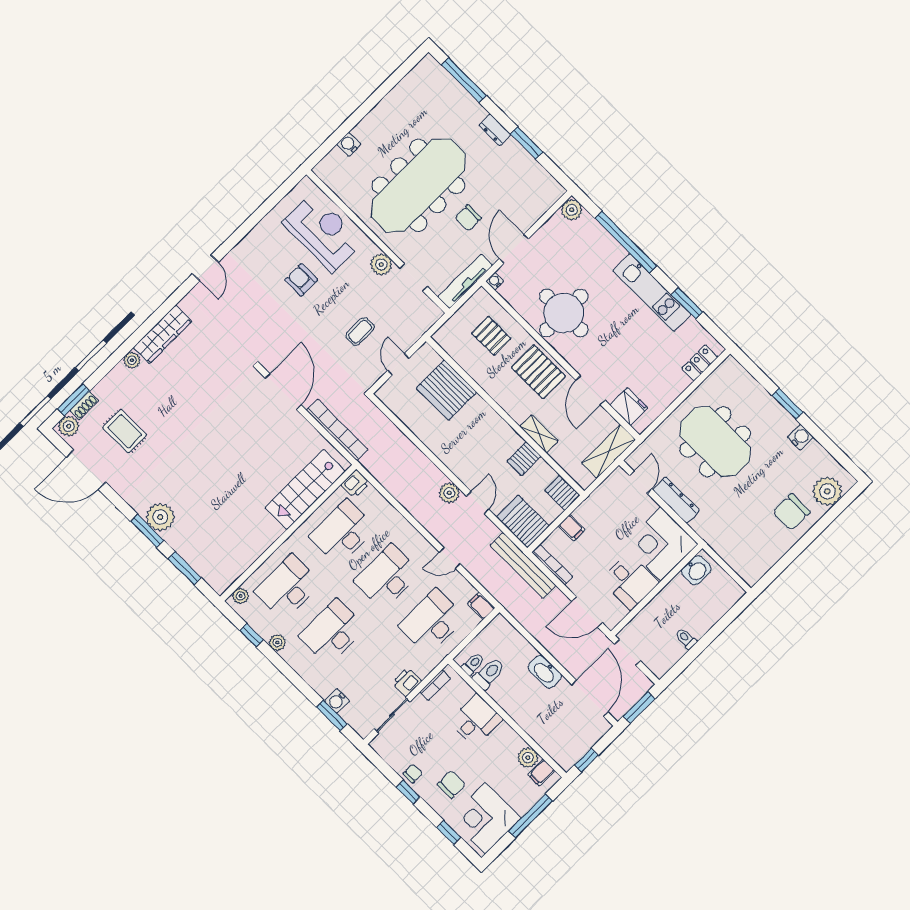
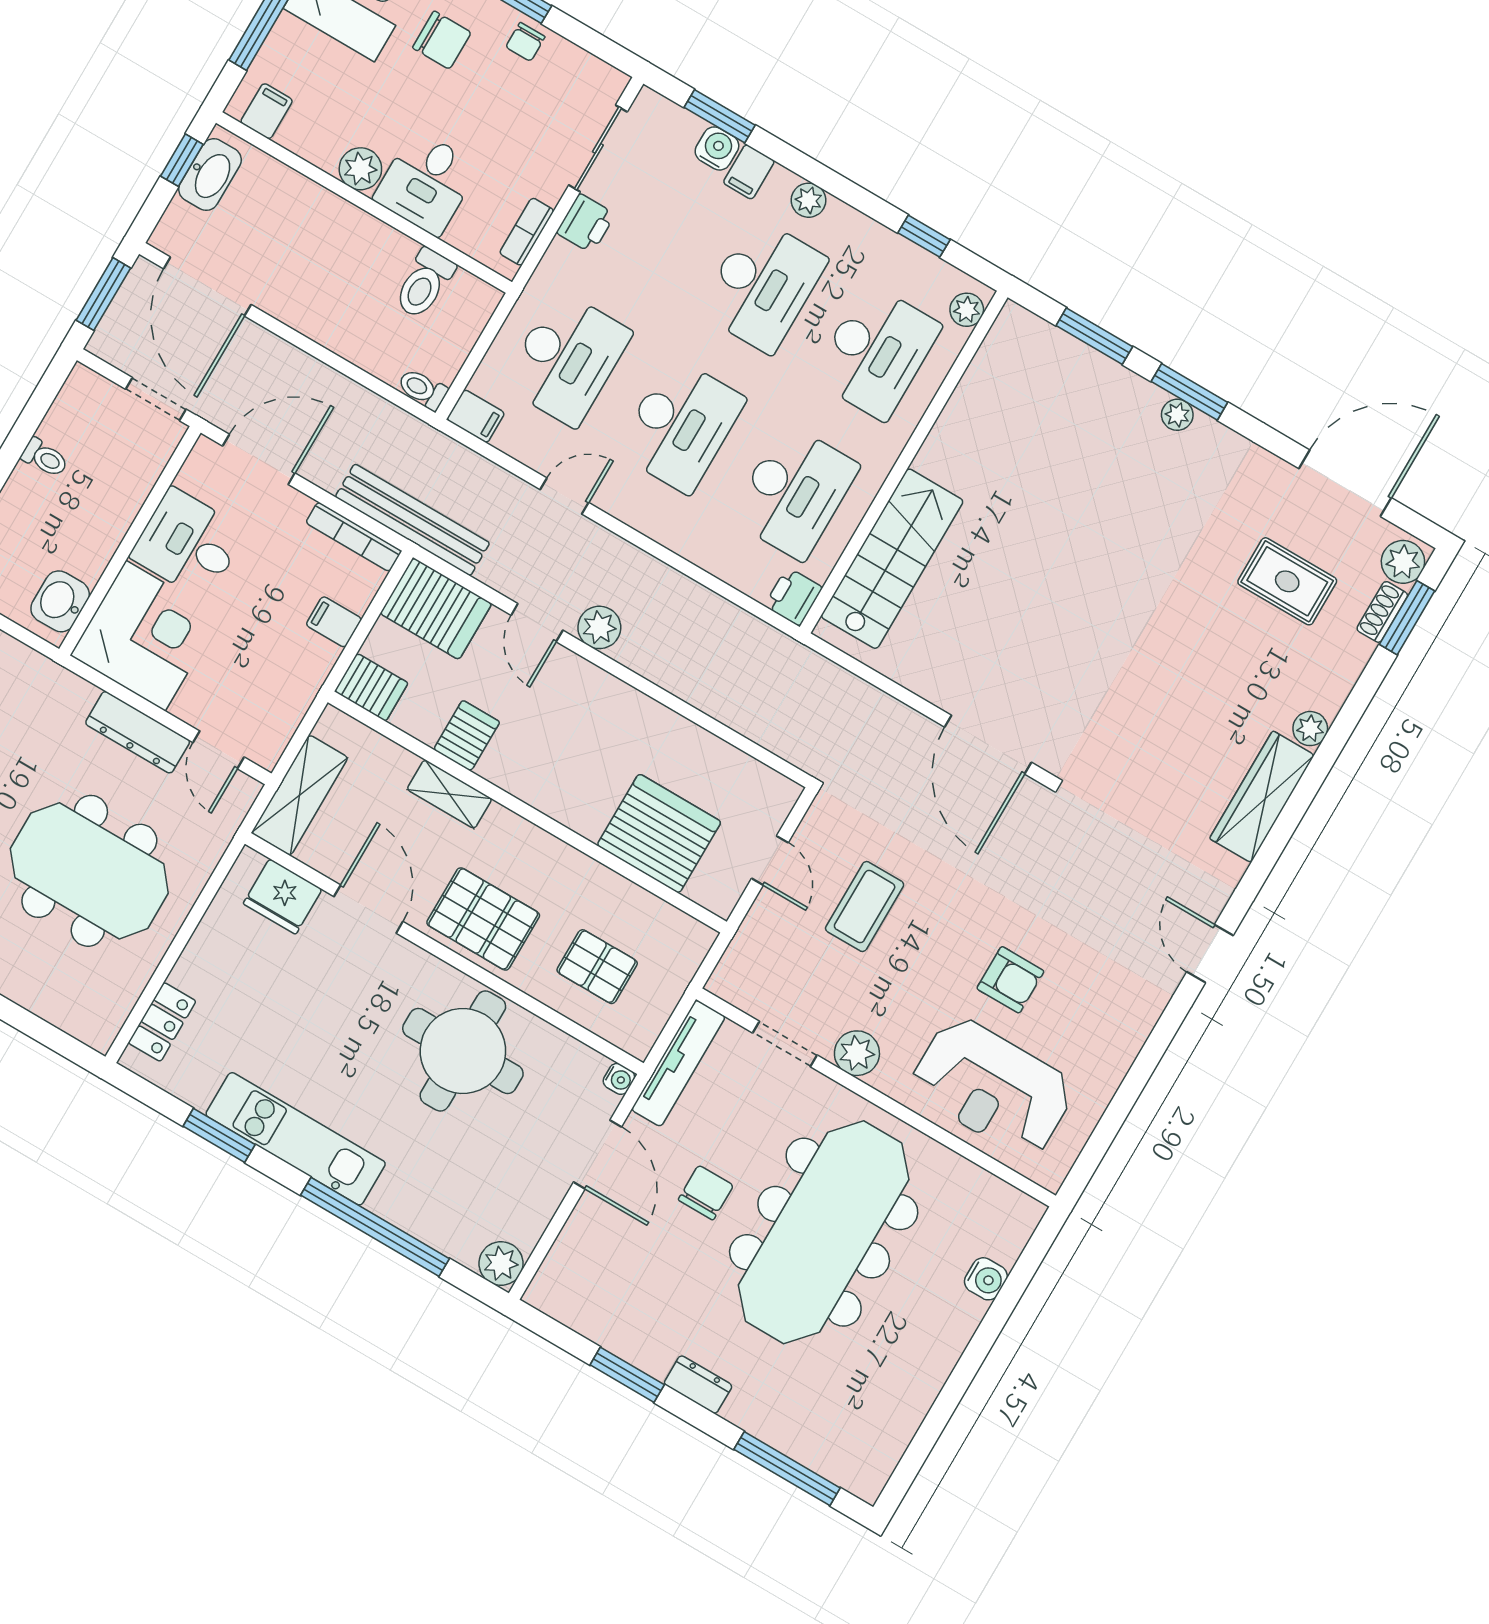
coffee table: (360, 331) -> (865, 907), width x1.36, depth x1.30
bookcase: (337, 430) -> (859, 696), removed
plant: (160, 517) -> (1177, 415), width x0.53, depth x0.53
plant: (277, 643) -> (808, 200), moved
toilet: (473, 664) -> (423, 389), moved, turned 90
washbasin: (545, 672) -> (210, 175), moved, turned 90
filing cabinet: (325, 686) -> (749, 172), added
plant: (528, 758) -> (360, 169), moved
chair: (451, 784) -> (442, 40), turned -90

